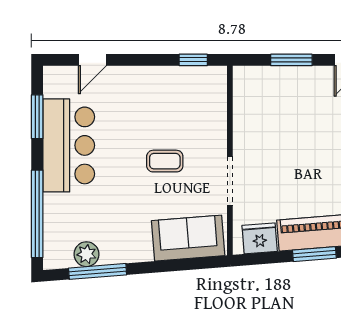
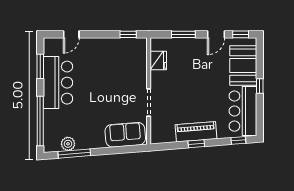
coffee table: (165, 161) -> (112, 91), removed
fridge: (260, 238) -> (158, 61), moved, turned 95
window: (314, 254) -> (196, 144), width x0.67

